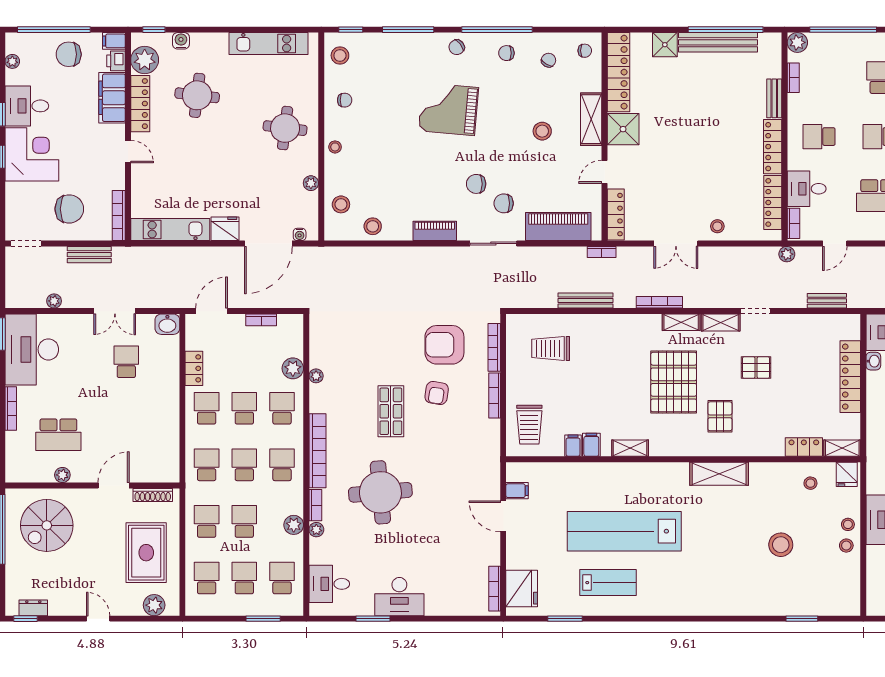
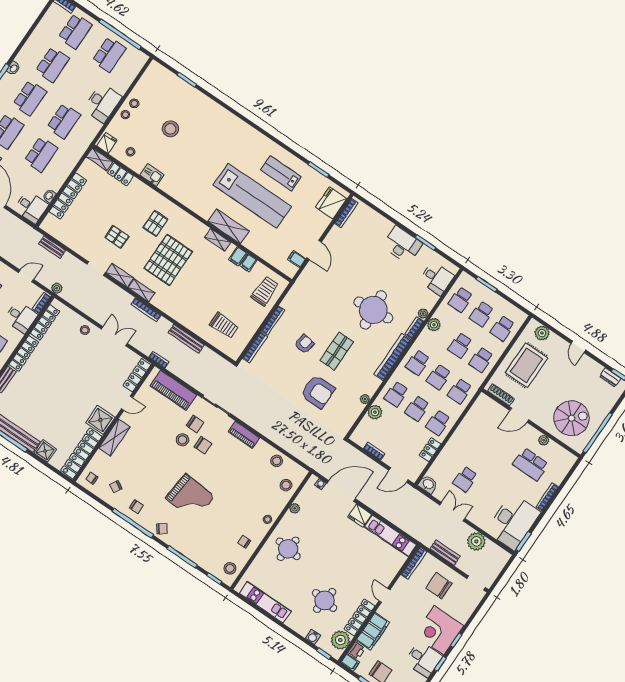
stool: (542, 131) -> (182, 440), moved
plant: (54, 301) -> (476, 541), width x1.88, depth x1.88
armchair: (444, 345) -> (318, 392), moved
school desk: (58, 435) -> (531, 464), turned 180
kitchen sink: (765, 473) -> (152, 175), added
shelving: (719, 474) -> (228, 226), moved

